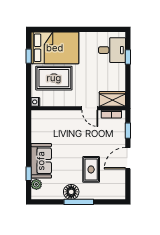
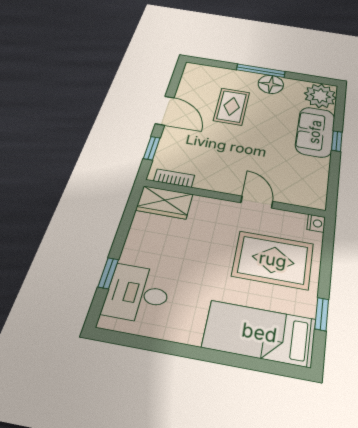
bed: (55, 48) -> (260, 333), width x0.67
door: (90, 108) -> (257, 202), moved
door: (128, 158) -> (165, 111), hinge flipped
window: (29, 174) -> (337, 141), moved
plant: (36, 184) -> (320, 96), width x1.87, depth x1.87

